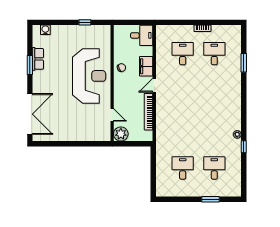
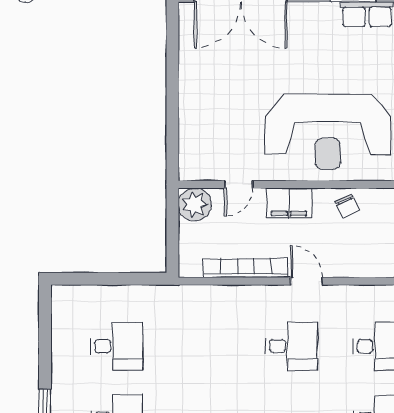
filing cabinet: (146, 66) -> (289, 203), moved, turned 180
desk: (183, 92) -> (292, 346), added

